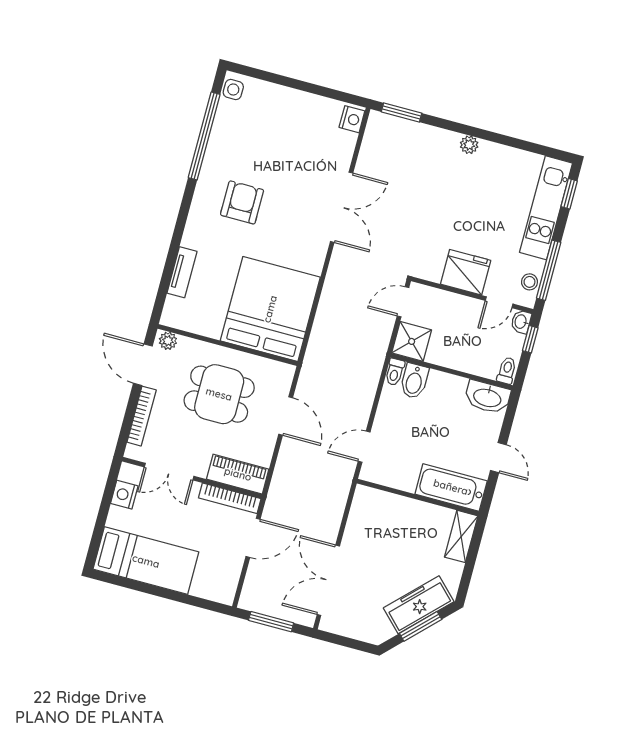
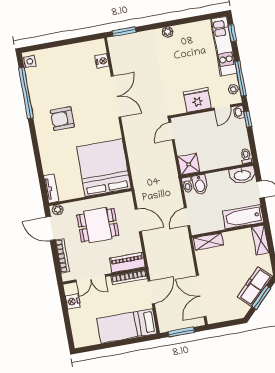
nightstand: (352, 119) -> (102, 61), moved
armchair: (242, 202) -> (62, 119), turned -90
tv unit: (182, 272) -> (51, 189), moved
shower: (412, 341) -> (189, 164), moved
wall: (452, 371) -> (217, 170), moved
toilet: (507, 371) -> (246, 156), moved
toilet: (395, 372) -> (187, 185), moved
bidet: (414, 381) -> (200, 185), moved
washbasin: (487, 397) -> (242, 175), moved
shelving: (379, 501) -> (208, 241), added
bed: (146, 561) -> (127, 326), moved, turned 180

